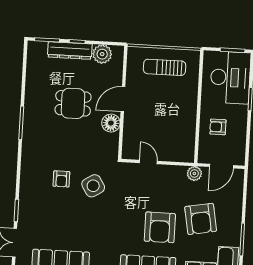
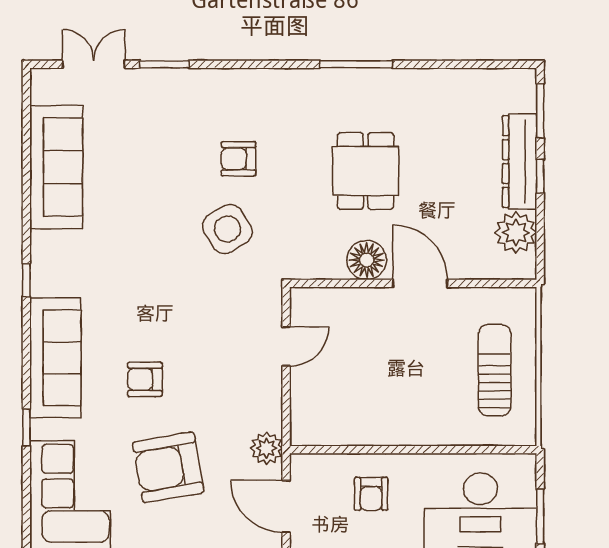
dining table: (73, 103) -> (366, 171), moved
armchair: (218, 127) -> (371, 494), turned 180
armchair: (160, 227) -> (145, 379), width x0.53, depth x0.53

